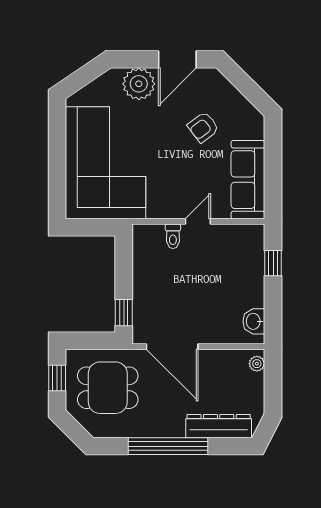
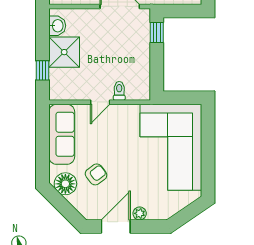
plant: (139, 84) -> (140, 213), width x0.53, depth x0.53
floor lamp: (243, 115) -> (65, 184), added
shower: (245, 287) -> (64, 52), added

